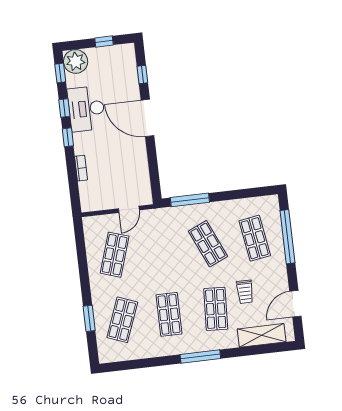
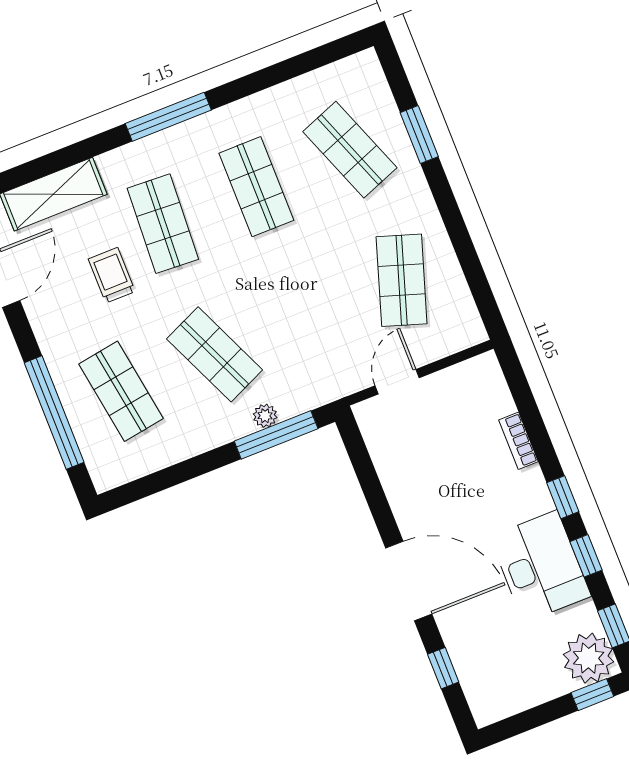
window: (104, 42) -> (592, 695), moved
plant: (193, 210) -> (265, 416), added
shop shelf: (122, 320) -> (350, 150), turned -42

